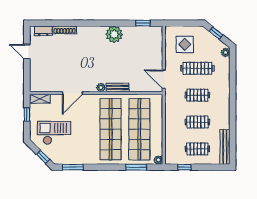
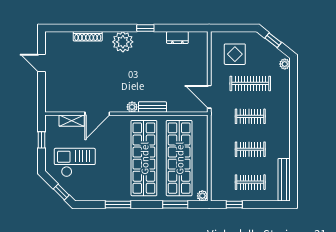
window: (143, 23) -> (145, 28), moved
dresser: (43, 31) -> (177, 37), moved
plant: (114, 34) -> (123, 42), moved
shelving: (40, 99) -> (72, 121), moved
window: (73, 167) -> (118, 205), moved

